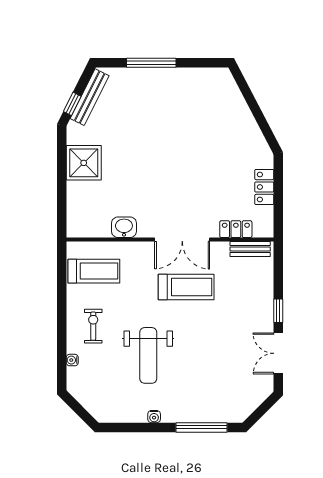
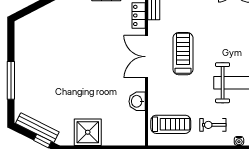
double door: (182, 239) -> (147, 57), swing flipped
treadmill: (94, 271) -> (171, 124), turned 90

